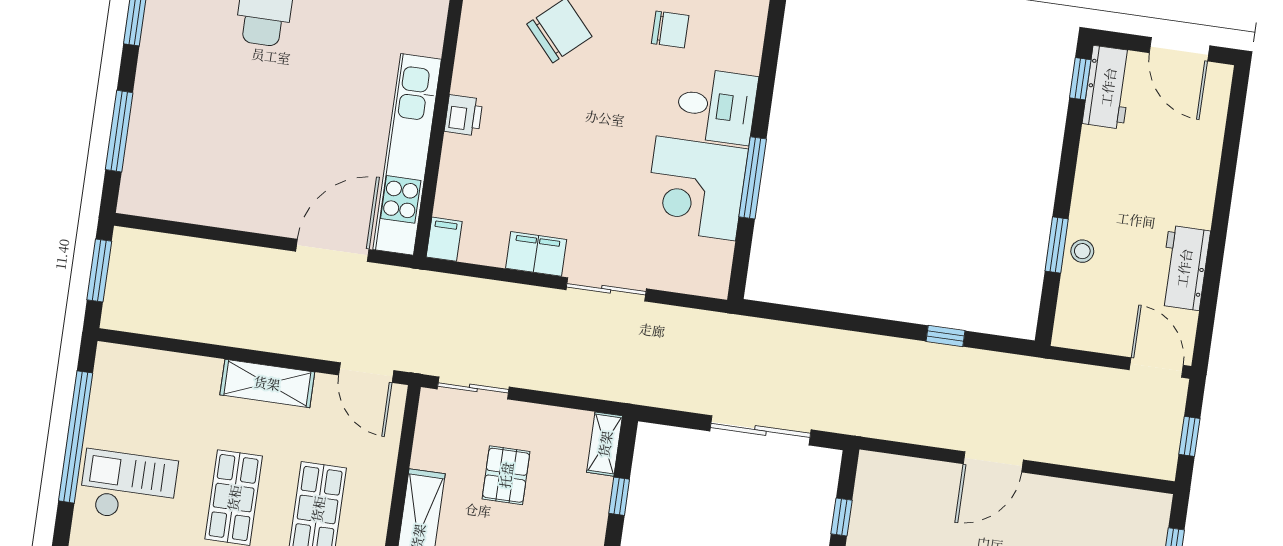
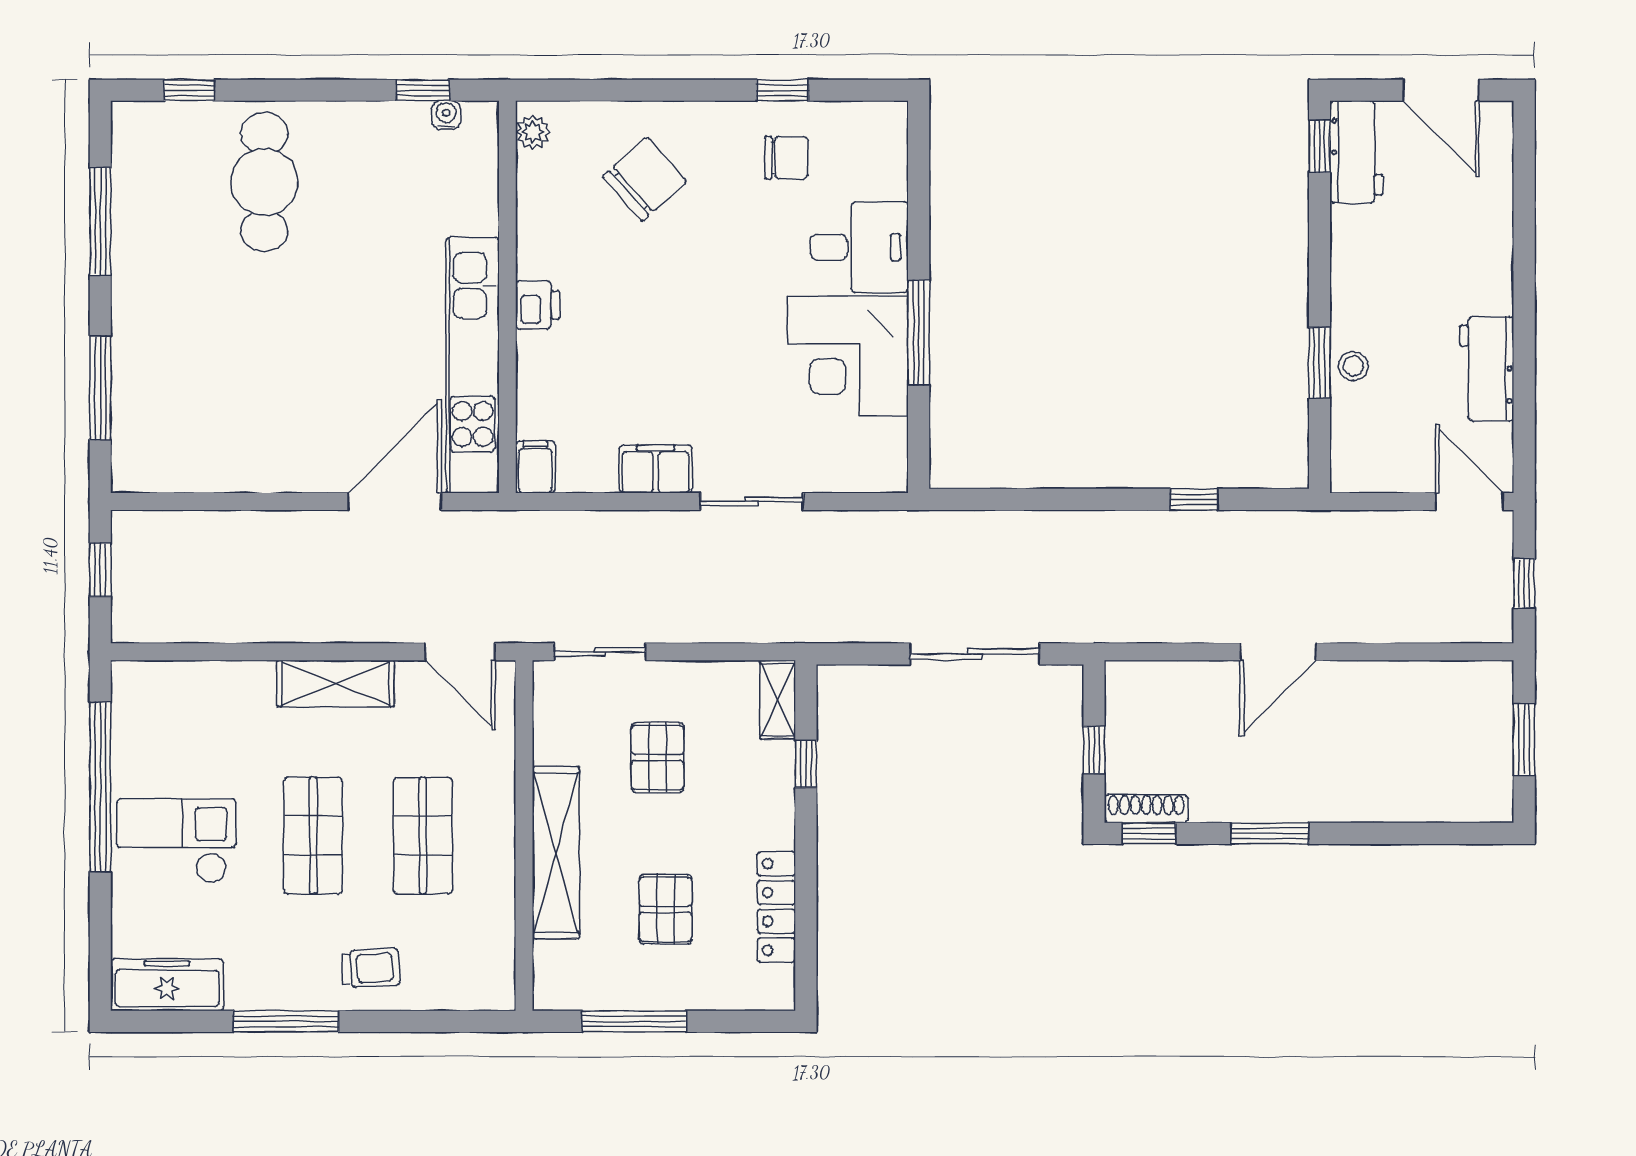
window: (99, 271) -> (100, 570), width x0.67

